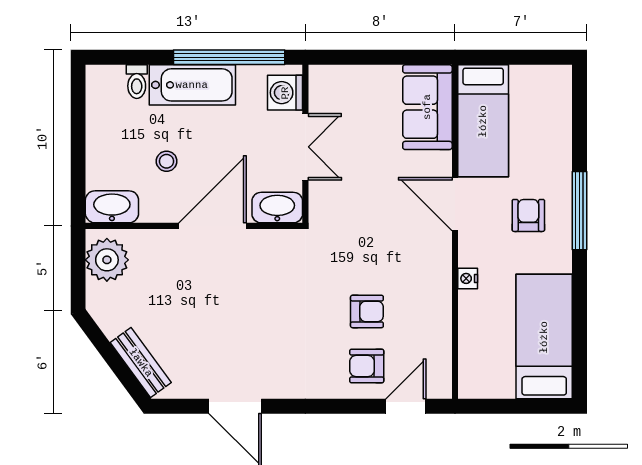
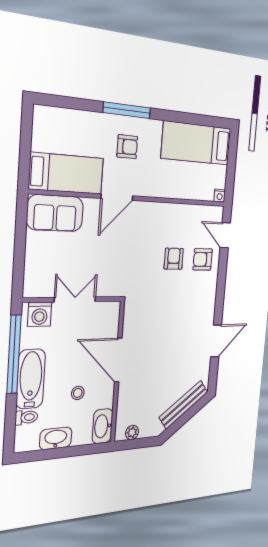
washbasin: (277, 208) -> (56, 438), moved, turned 90
armchair: (528, 215) -> (127, 147), turned 180
plant: (107, 260) -> (132, 432), width x0.53, depth x0.53
nightstand: (468, 278) -> (220, 196), moved
bench: (141, 363) -> (184, 405), width x1.36
armchair: (367, 366) -> (203, 259), turned 90

